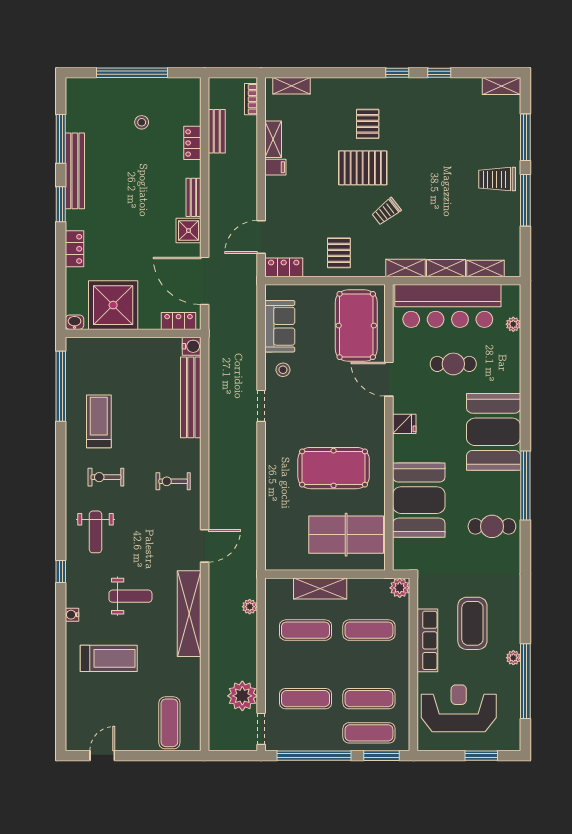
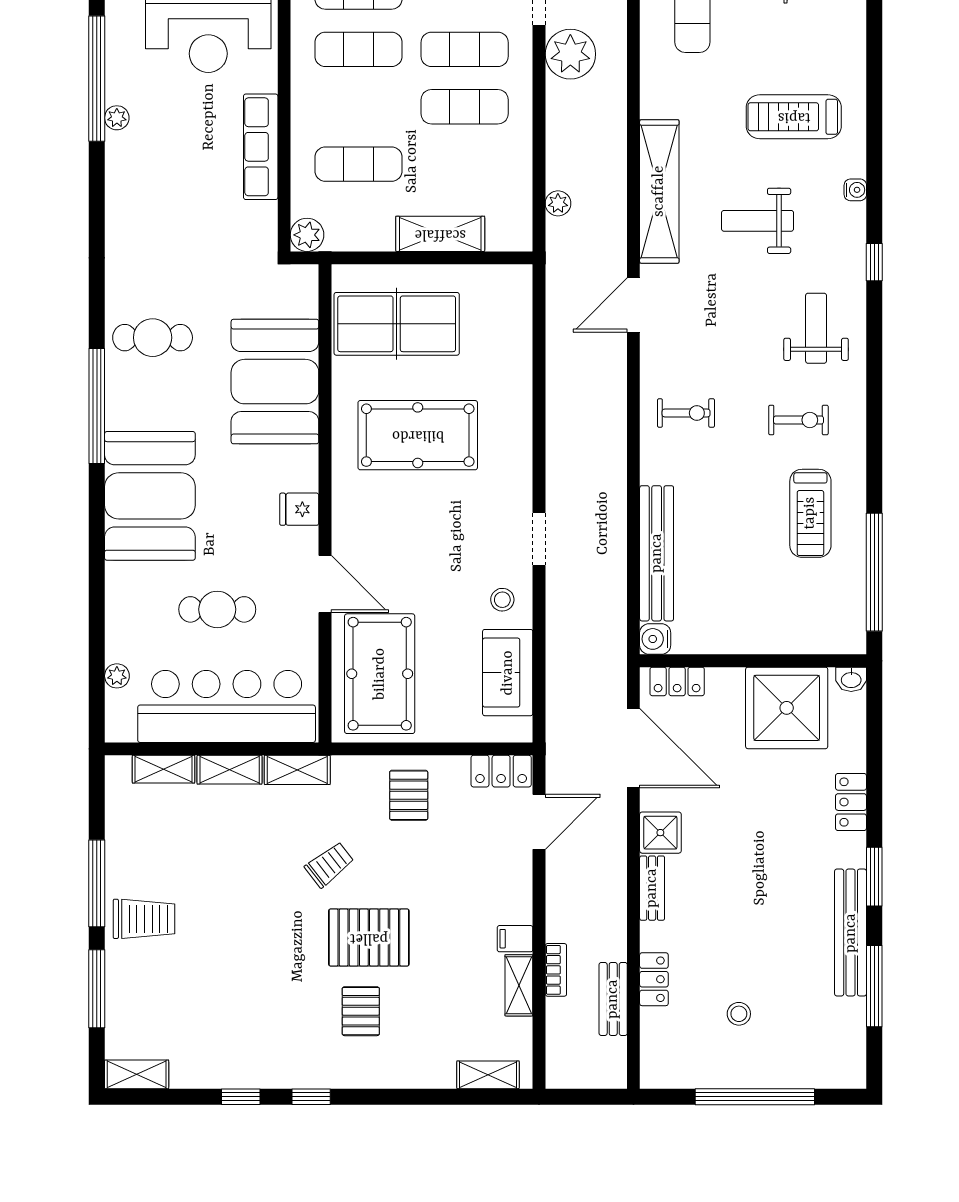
bookcase: (251, 99) -> (556, 970), moved
coffee table: (472, 623) -> (185, 175), removed
exercise mat: (305, 630) -> (465, 107), moved

